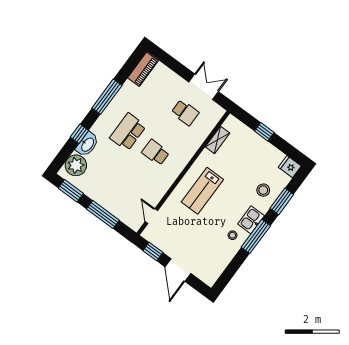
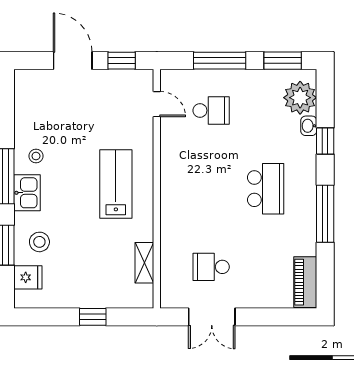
washbasin: (87, 144) -> (309, 126), width x0.52, depth x0.69
school desk: (156, 152) -> (211, 110), moved
fridge: (290, 167) -> (28, 277), moved

